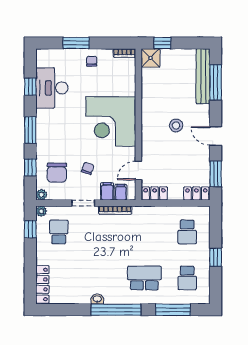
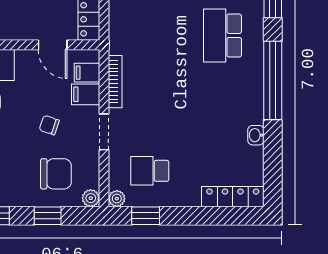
washbasin: (97, 299) -> (256, 135), moved

